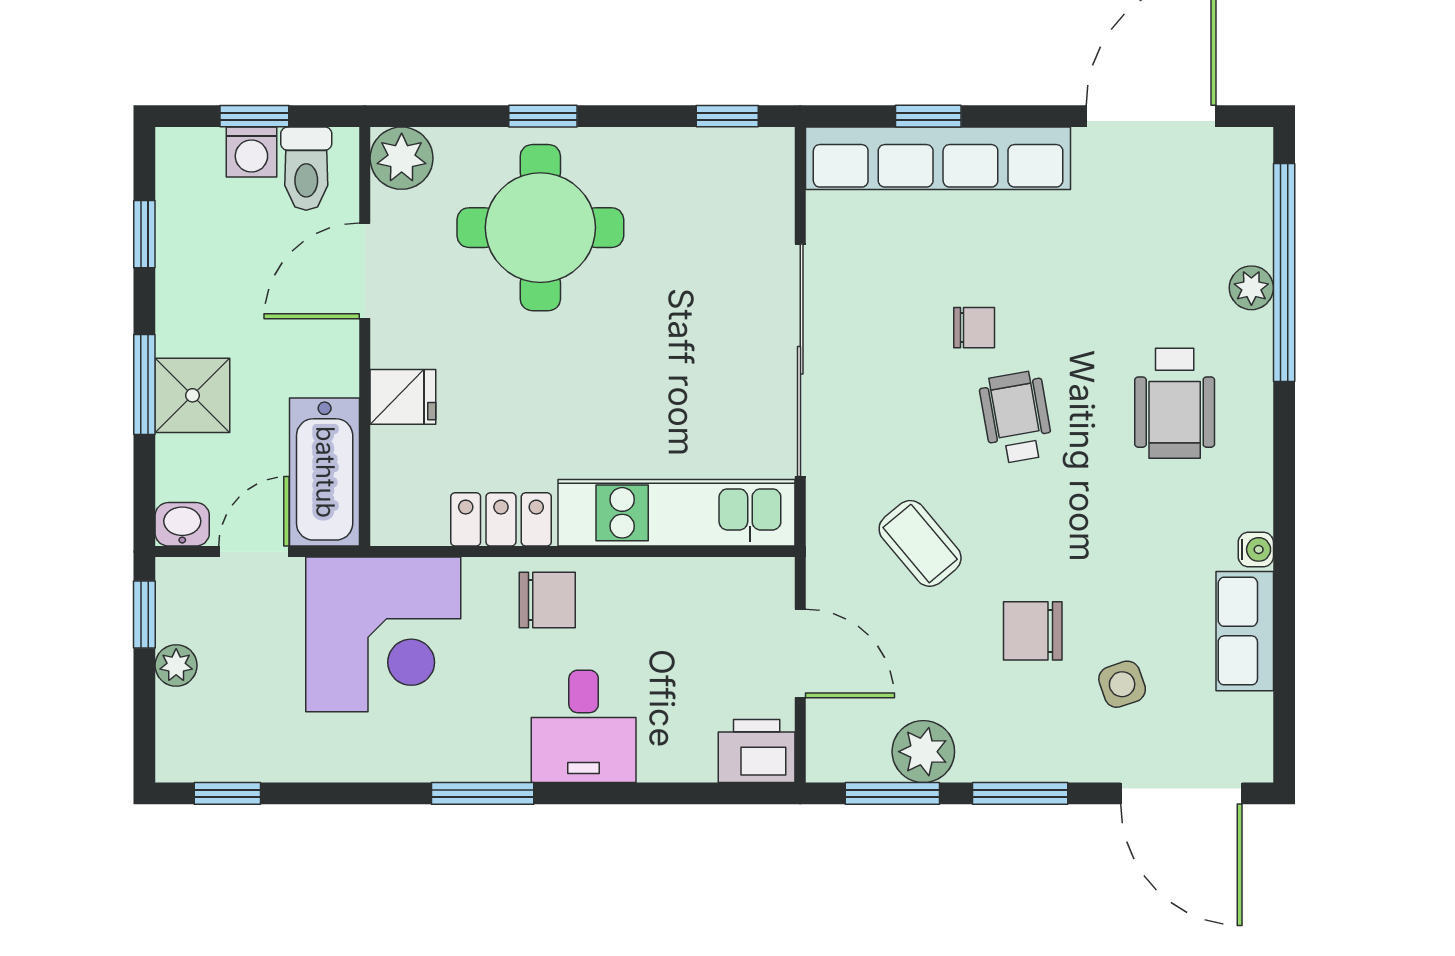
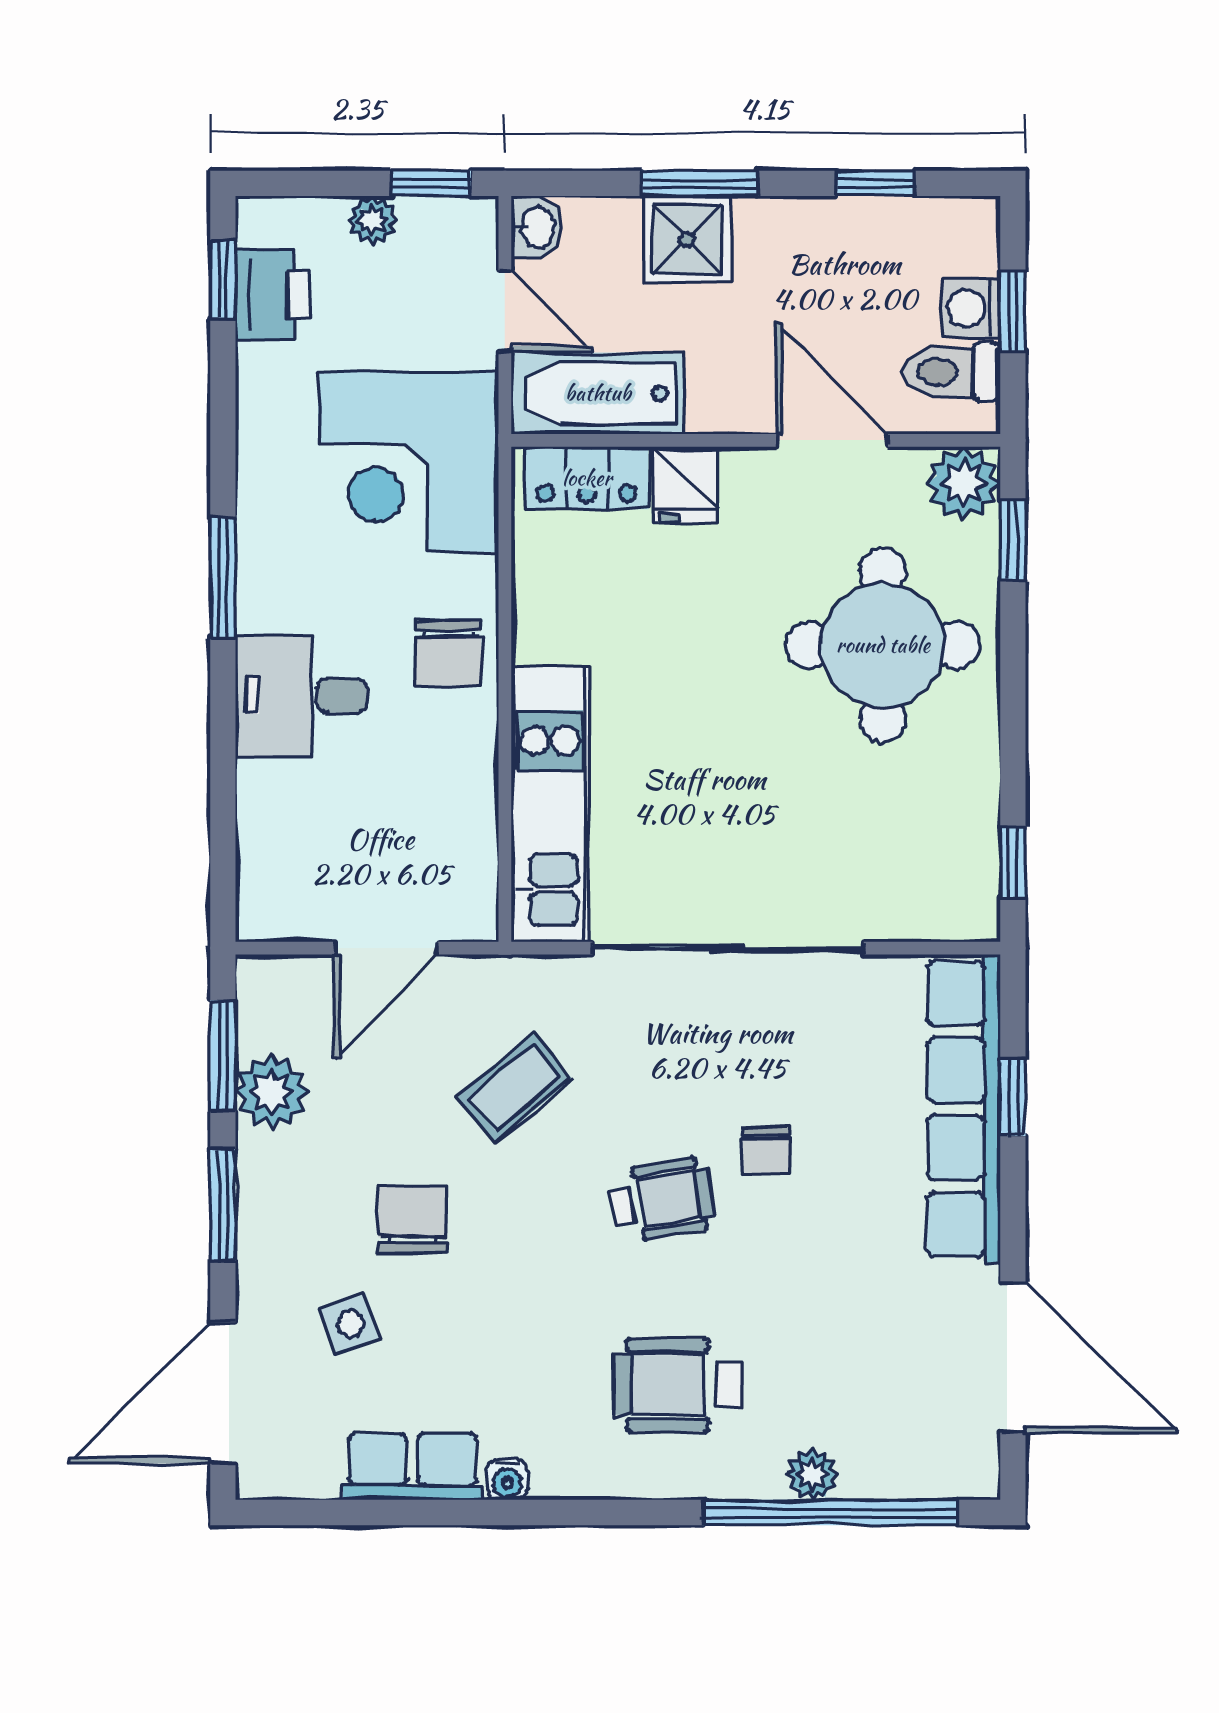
window: (543, 116) -> (1013, 540), moved
locker: (501, 519) -> (587, 478), moved, turned 90
printer: (757, 751) -> (272, 294), moved

